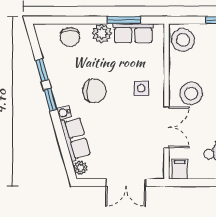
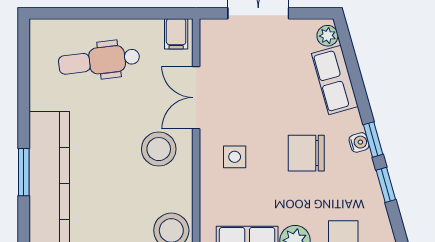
water cooler: (64, 113) -> (359, 142), moved

